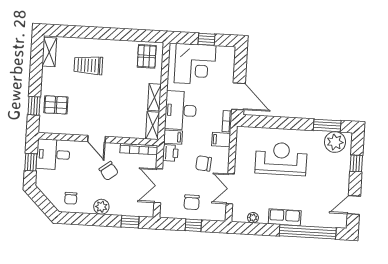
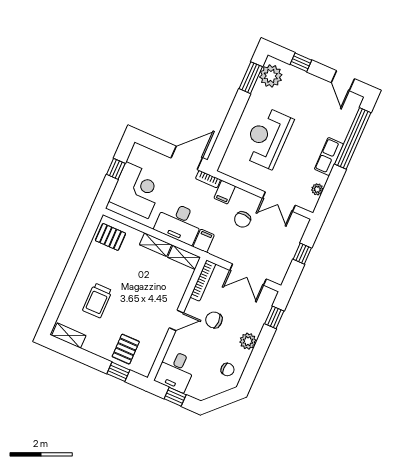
printer: (170, 153) -> (219, 250), removed
chair: (109, 171) -> (214, 320), turned -143
chair: (192, 202) -> (278, 247), removed

